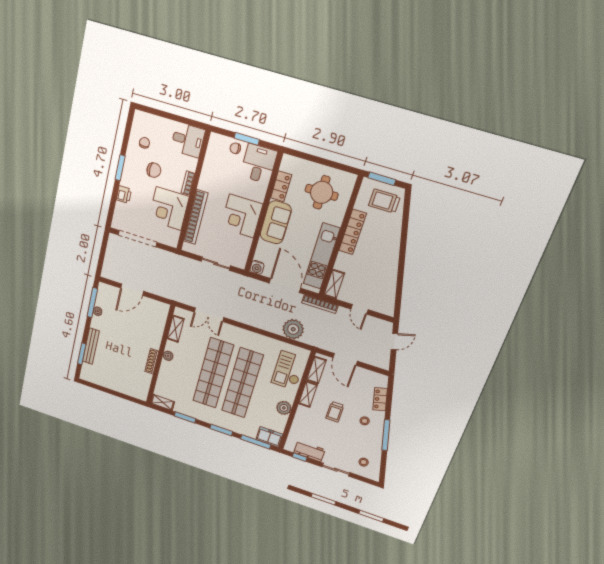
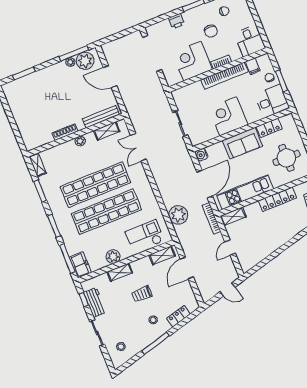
filing cabinet: (213, 156) -> (253, 66), added
bookcase: (196, 217) -> (224, 76), moved
plant: (105, 299) -> (85, 61), added
bench: (91, 346) -> (101, 117), moved
shelving: (308, 394) -> (120, 272), moved

